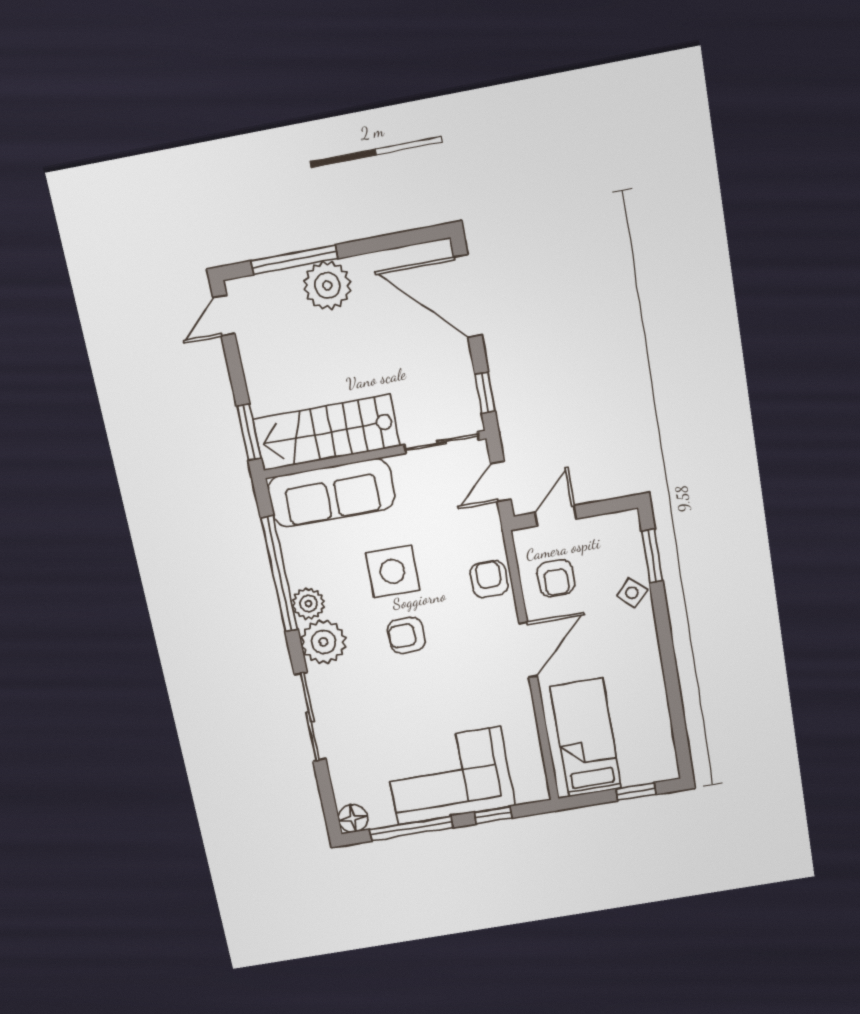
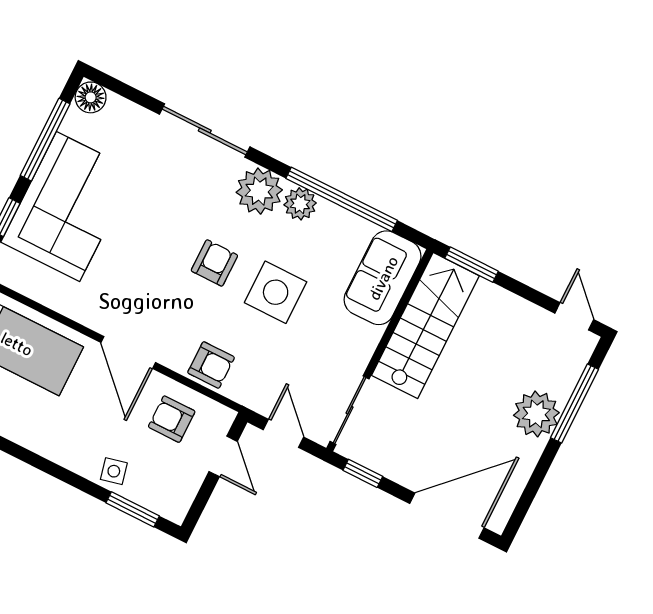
sofa: (331, 493) -> (383, 278), width x0.73
side table: (632, 593) -> (114, 471), turned 34

